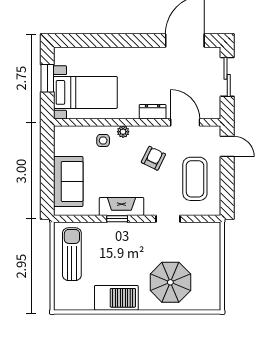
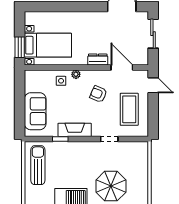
window: (47, 78) -> (20, 47), moved
armchair: (153, 158) -> (98, 94), turned -93
window: (117, 219) -> (60, 139), moved

